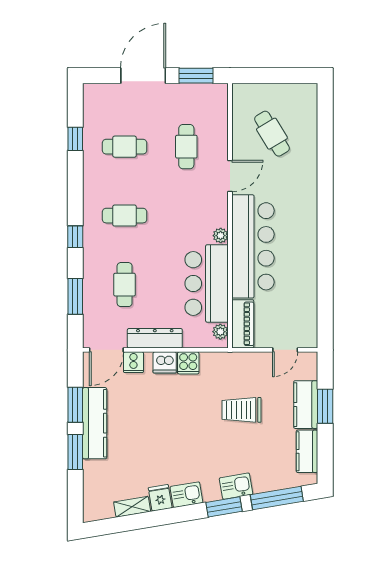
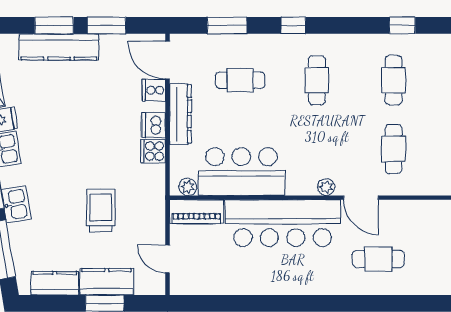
cafe table: (272, 134) -> (378, 259), moved, turned 31
cafe table: (186, 147) -> (394, 149), turned 90
plant: (221, 236) -> (326, 187), moved
kitchen counter: (95, 423) -> (59, 47), moved

